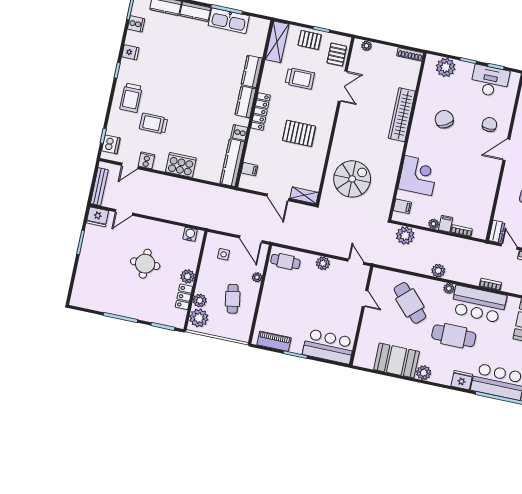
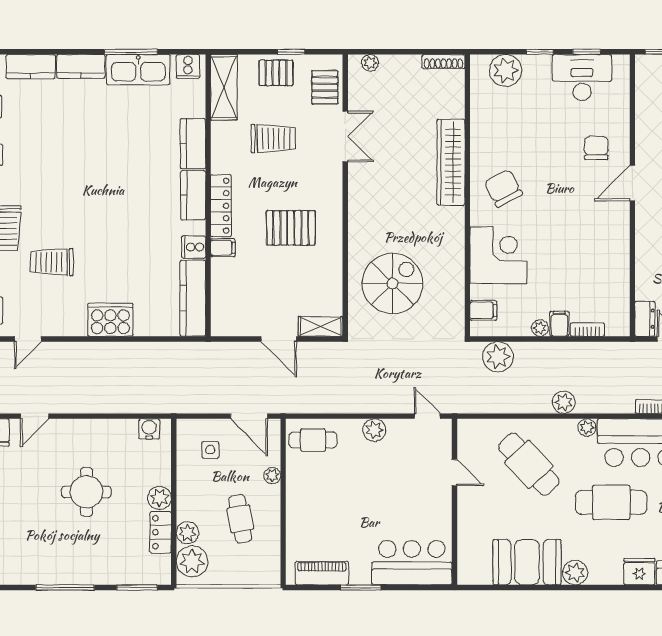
chair: (444, 119) -> (503, 188), moved
cooker: (146, 160) -> (188, 67), moved, turned 180
filing cabinet: (249, 169) -> (223, 248), moved

